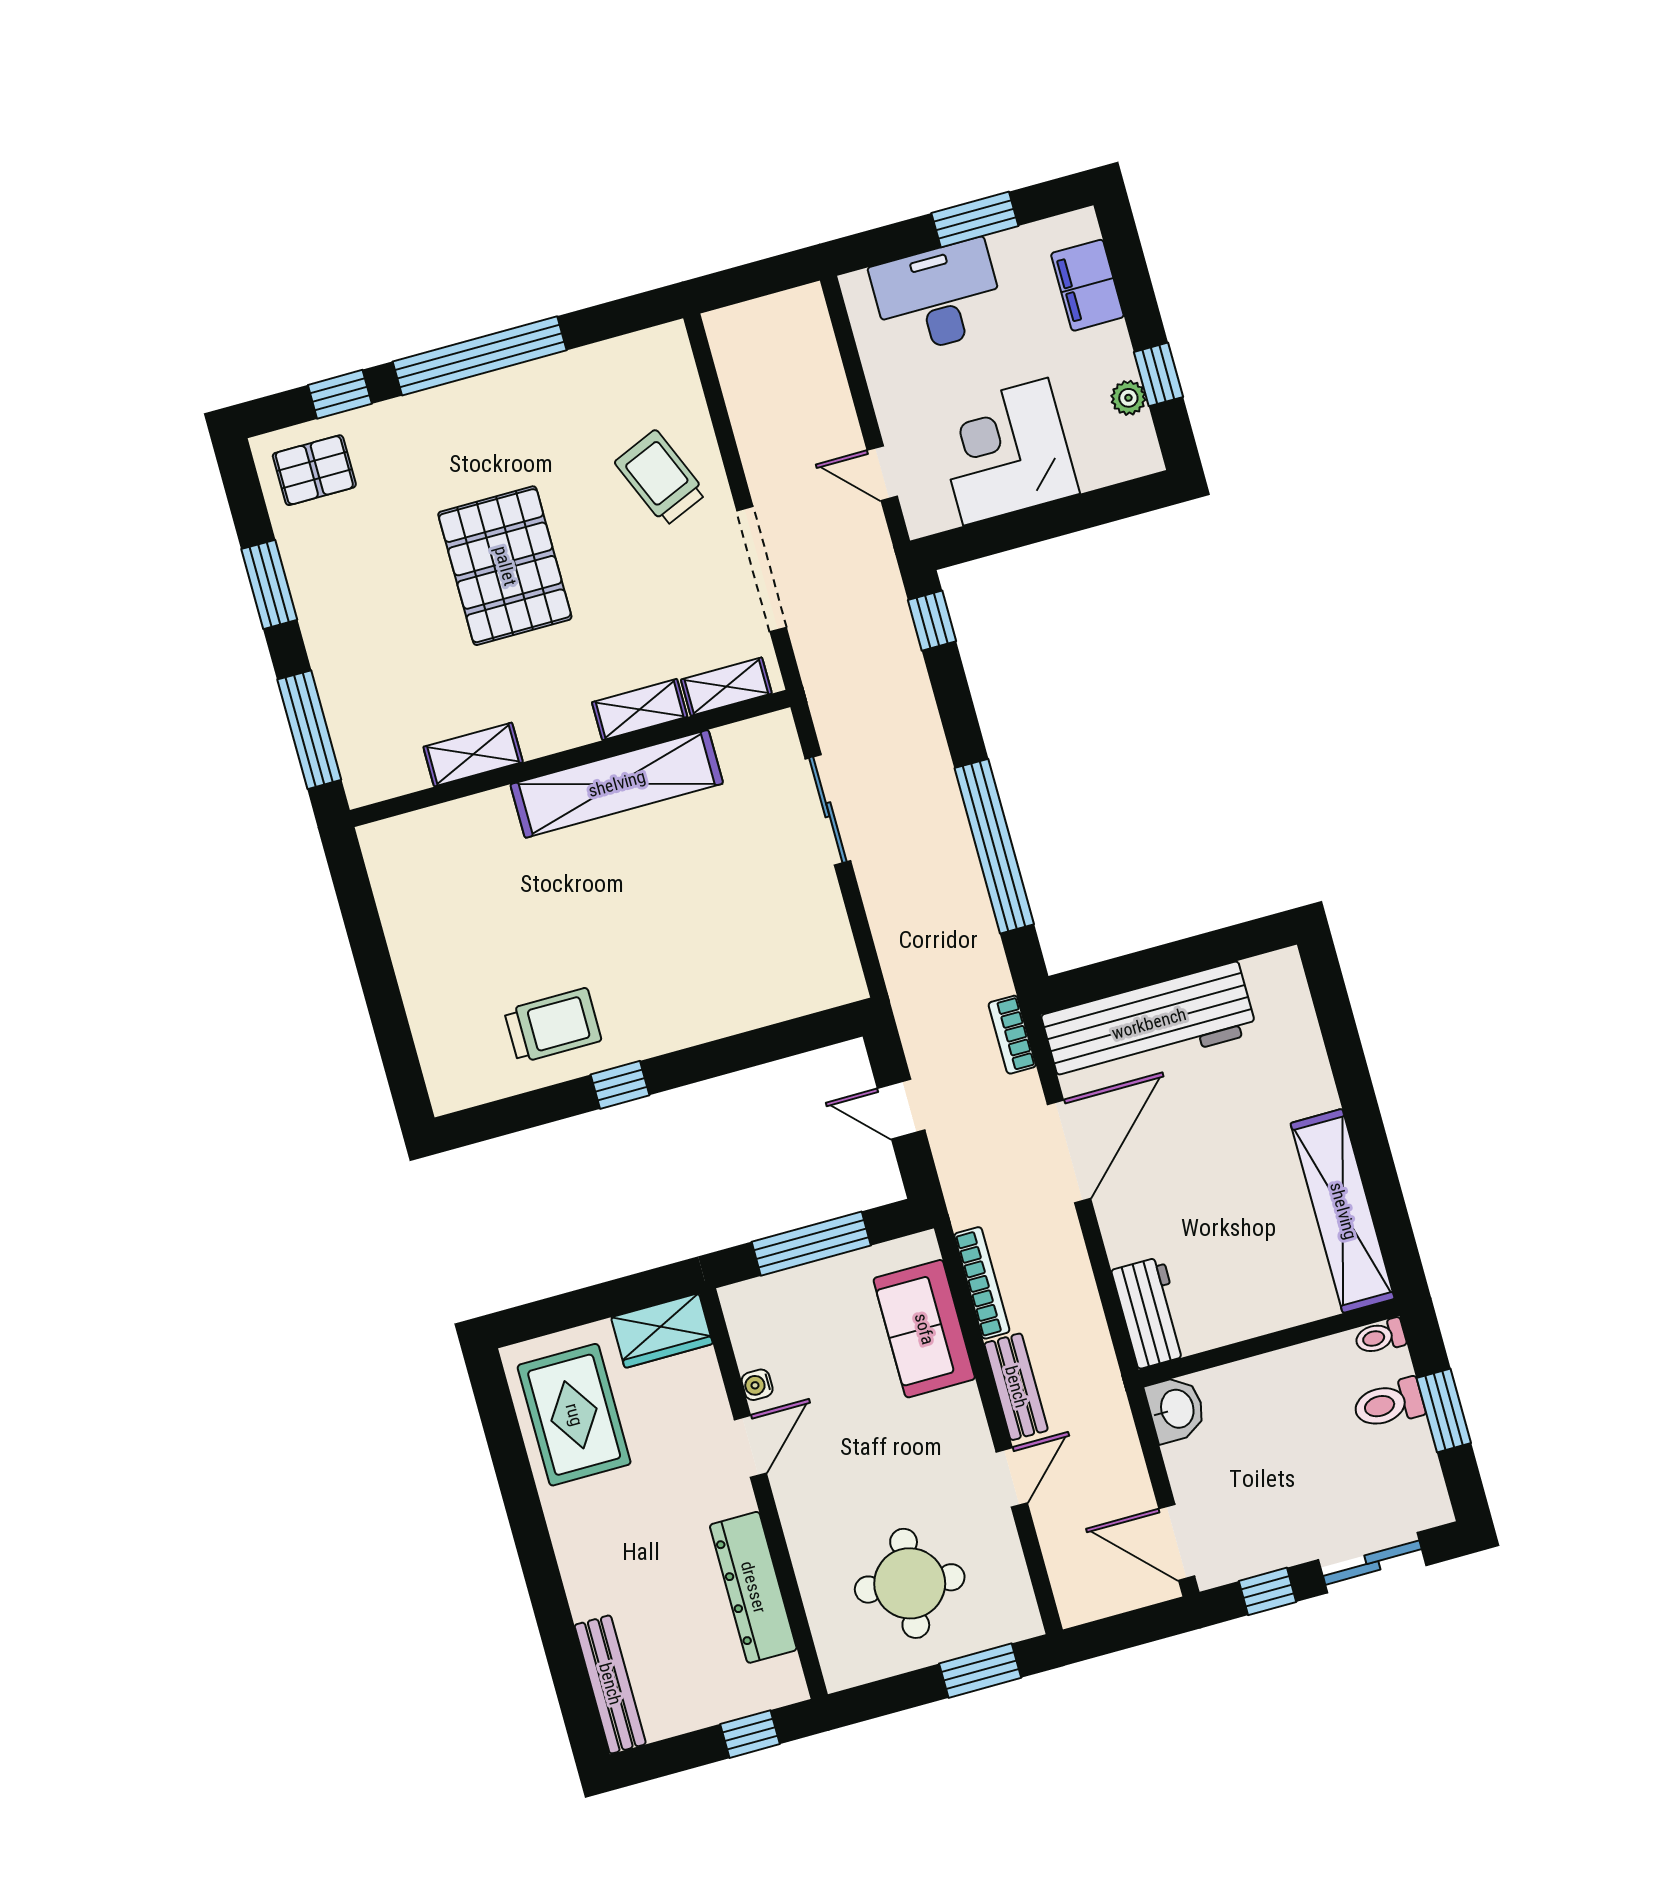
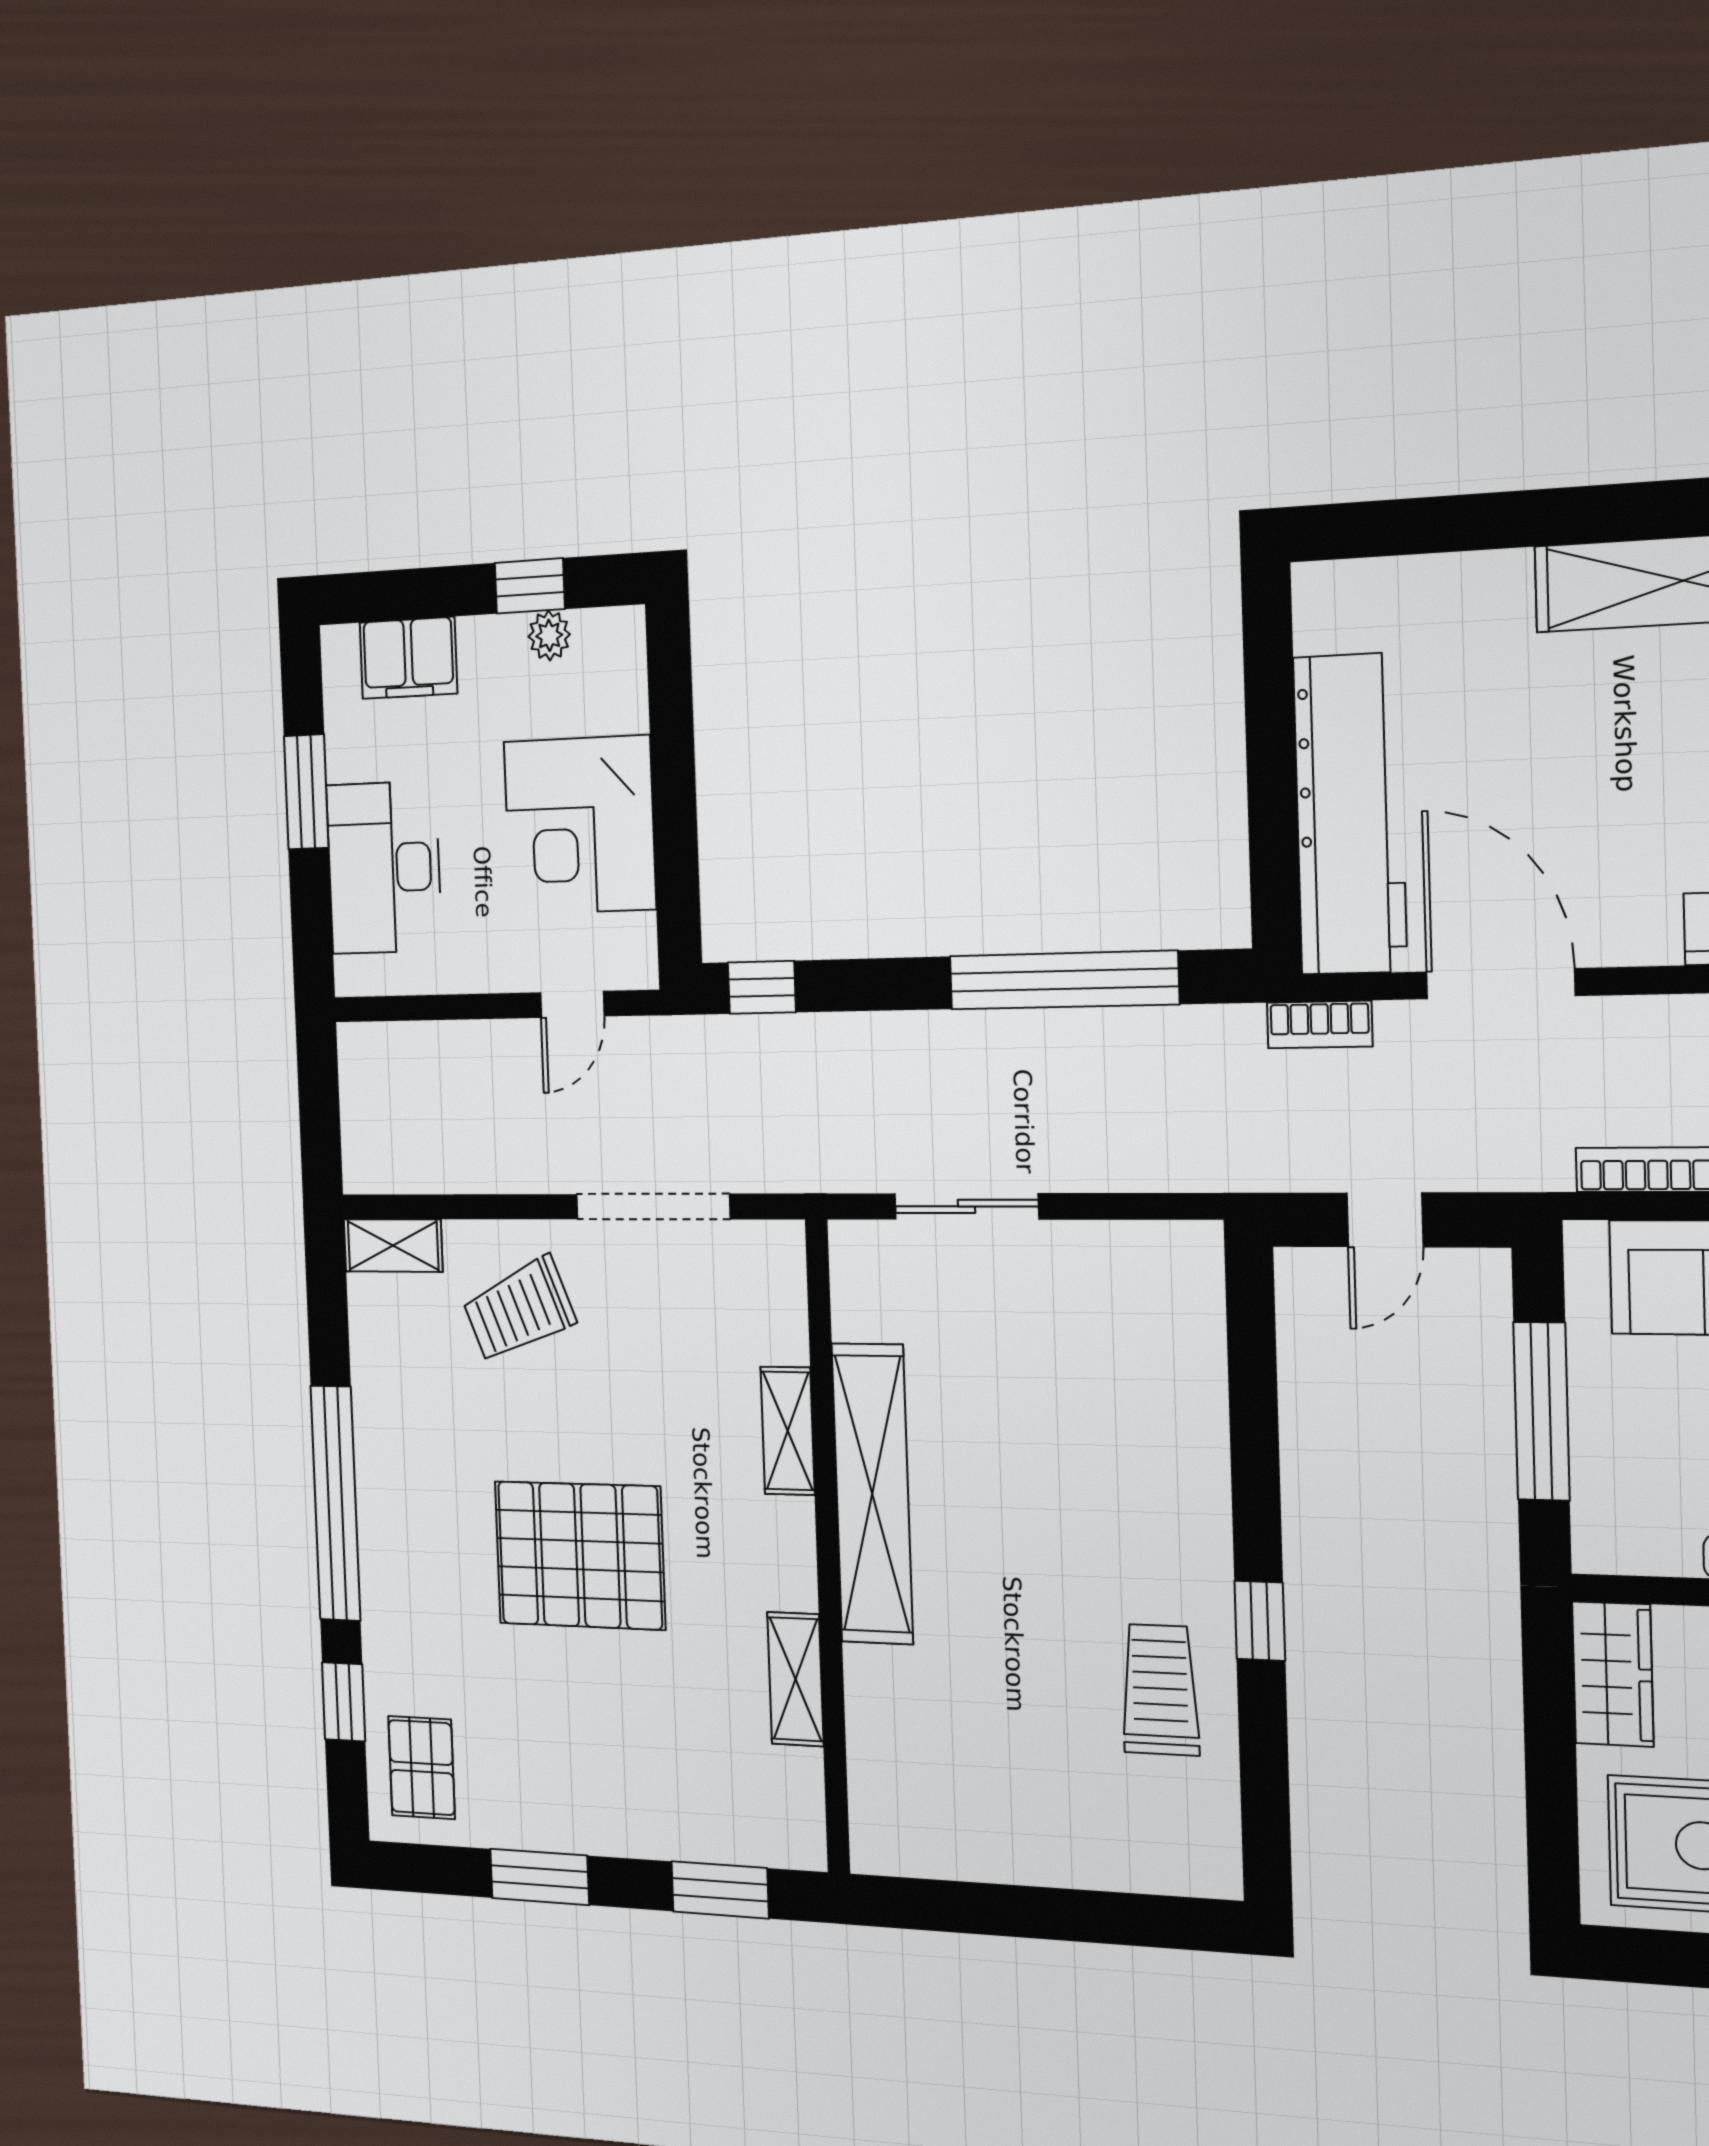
shelving: (726, 687) -> (393, 1245), moved, turned 90
window: (309, 730) -> (720, 1890), width x0.69

